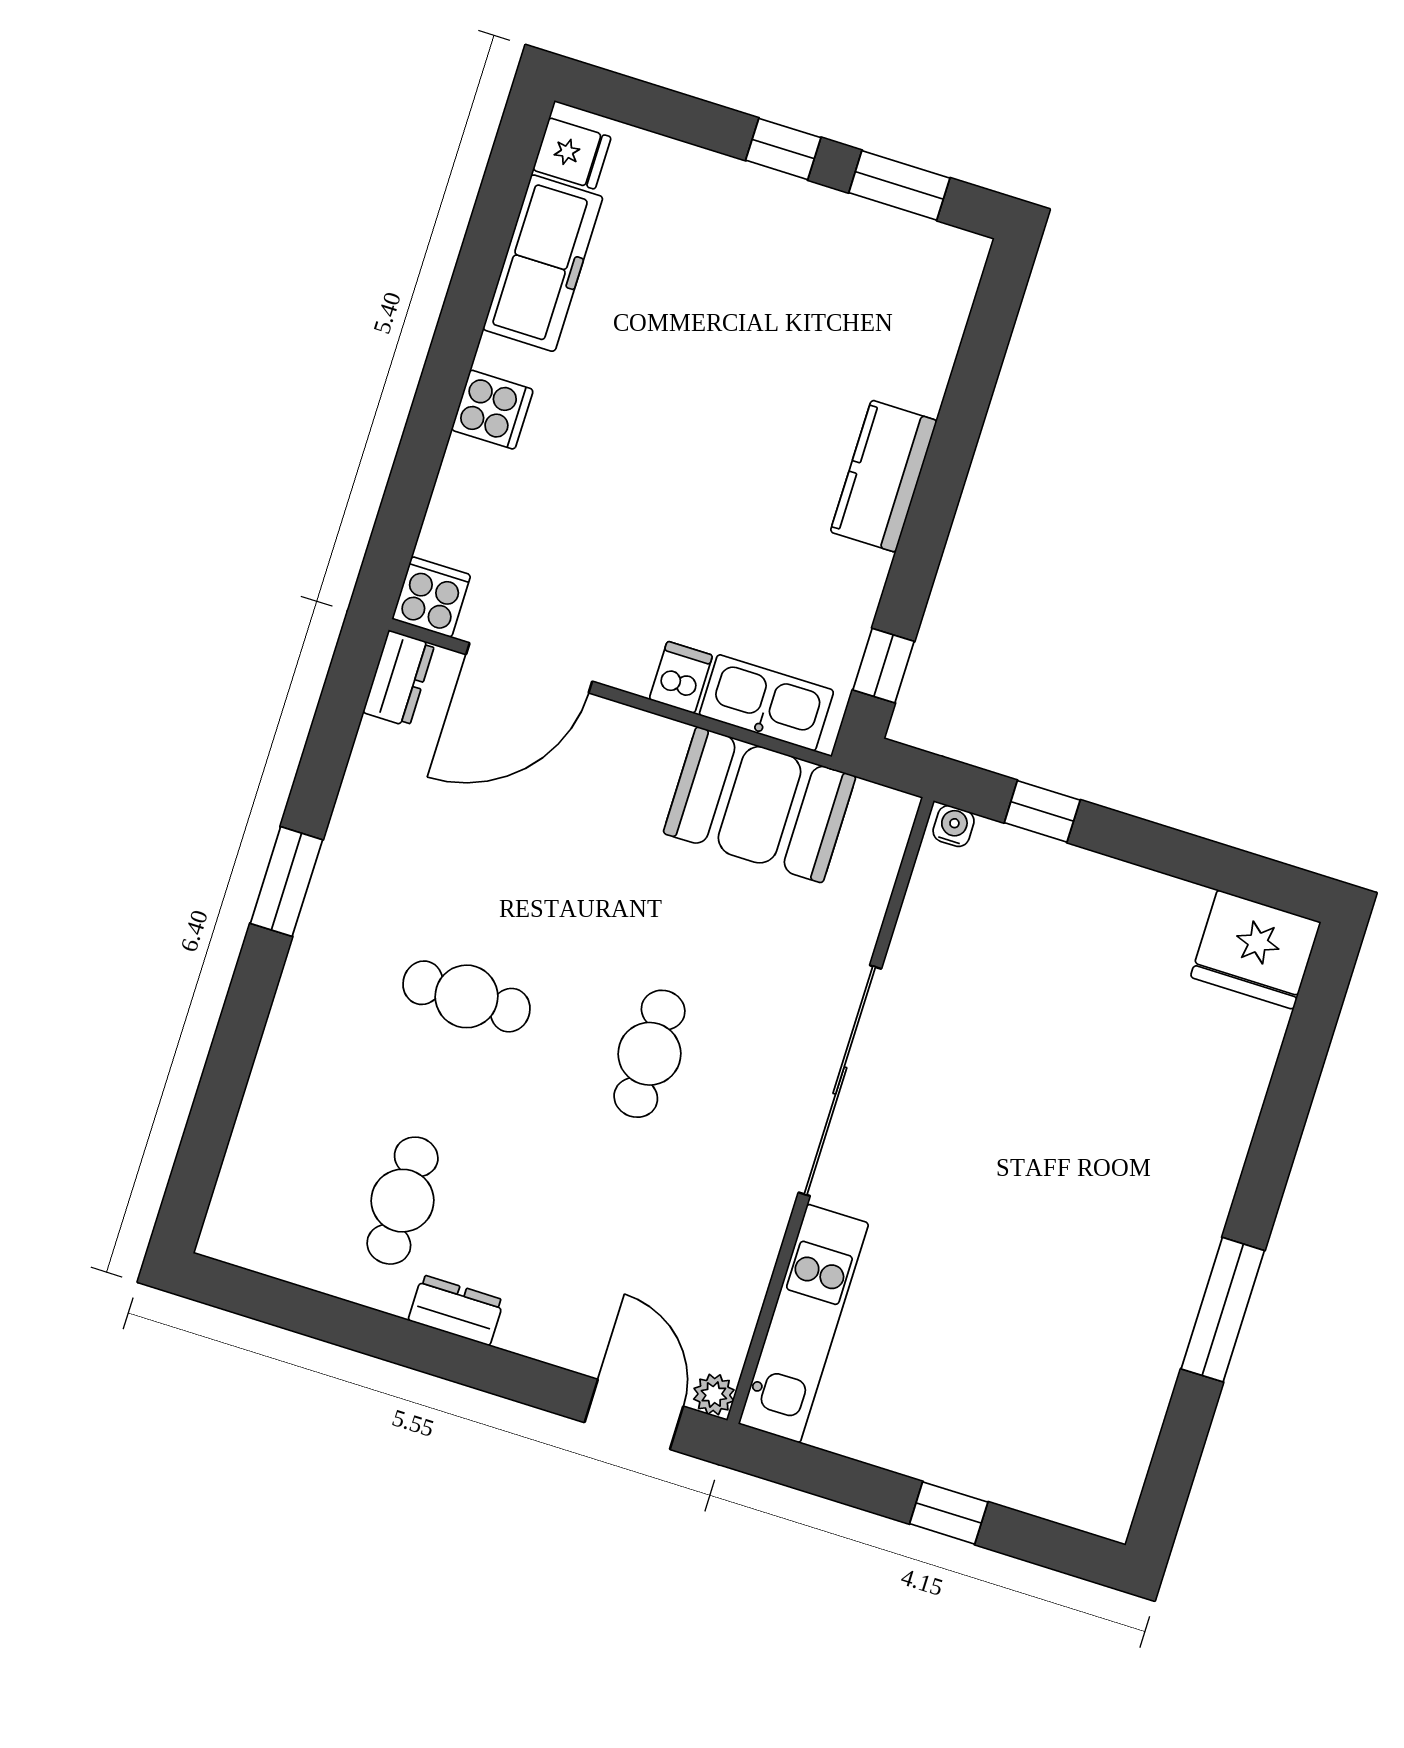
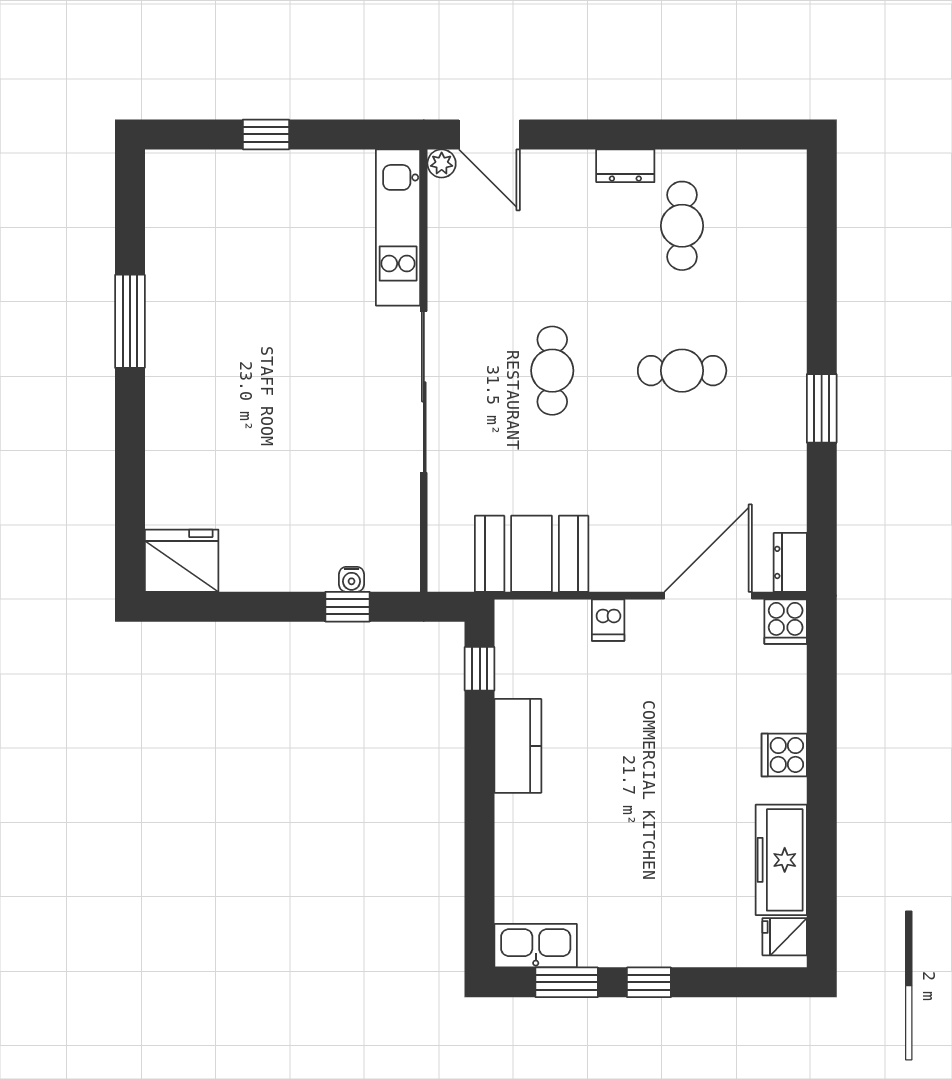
kitchen counter: (884, 476) -> (518, 746), moved
kitchen sink: (766, 703) -> (536, 946), moved, turned 180
water cooler: (954, 826) -> (352, 579), moved

